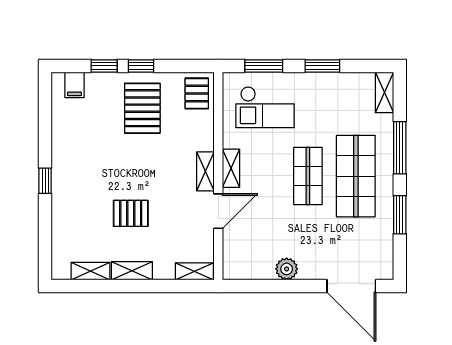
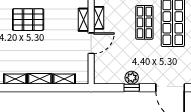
pallet: (131, 213) -> (28, 20), moved, width x1.50, depth x1.42
shelving: (194, 271) -> (64, 79), moved
window: (286, 286) -> (132, 88), added

